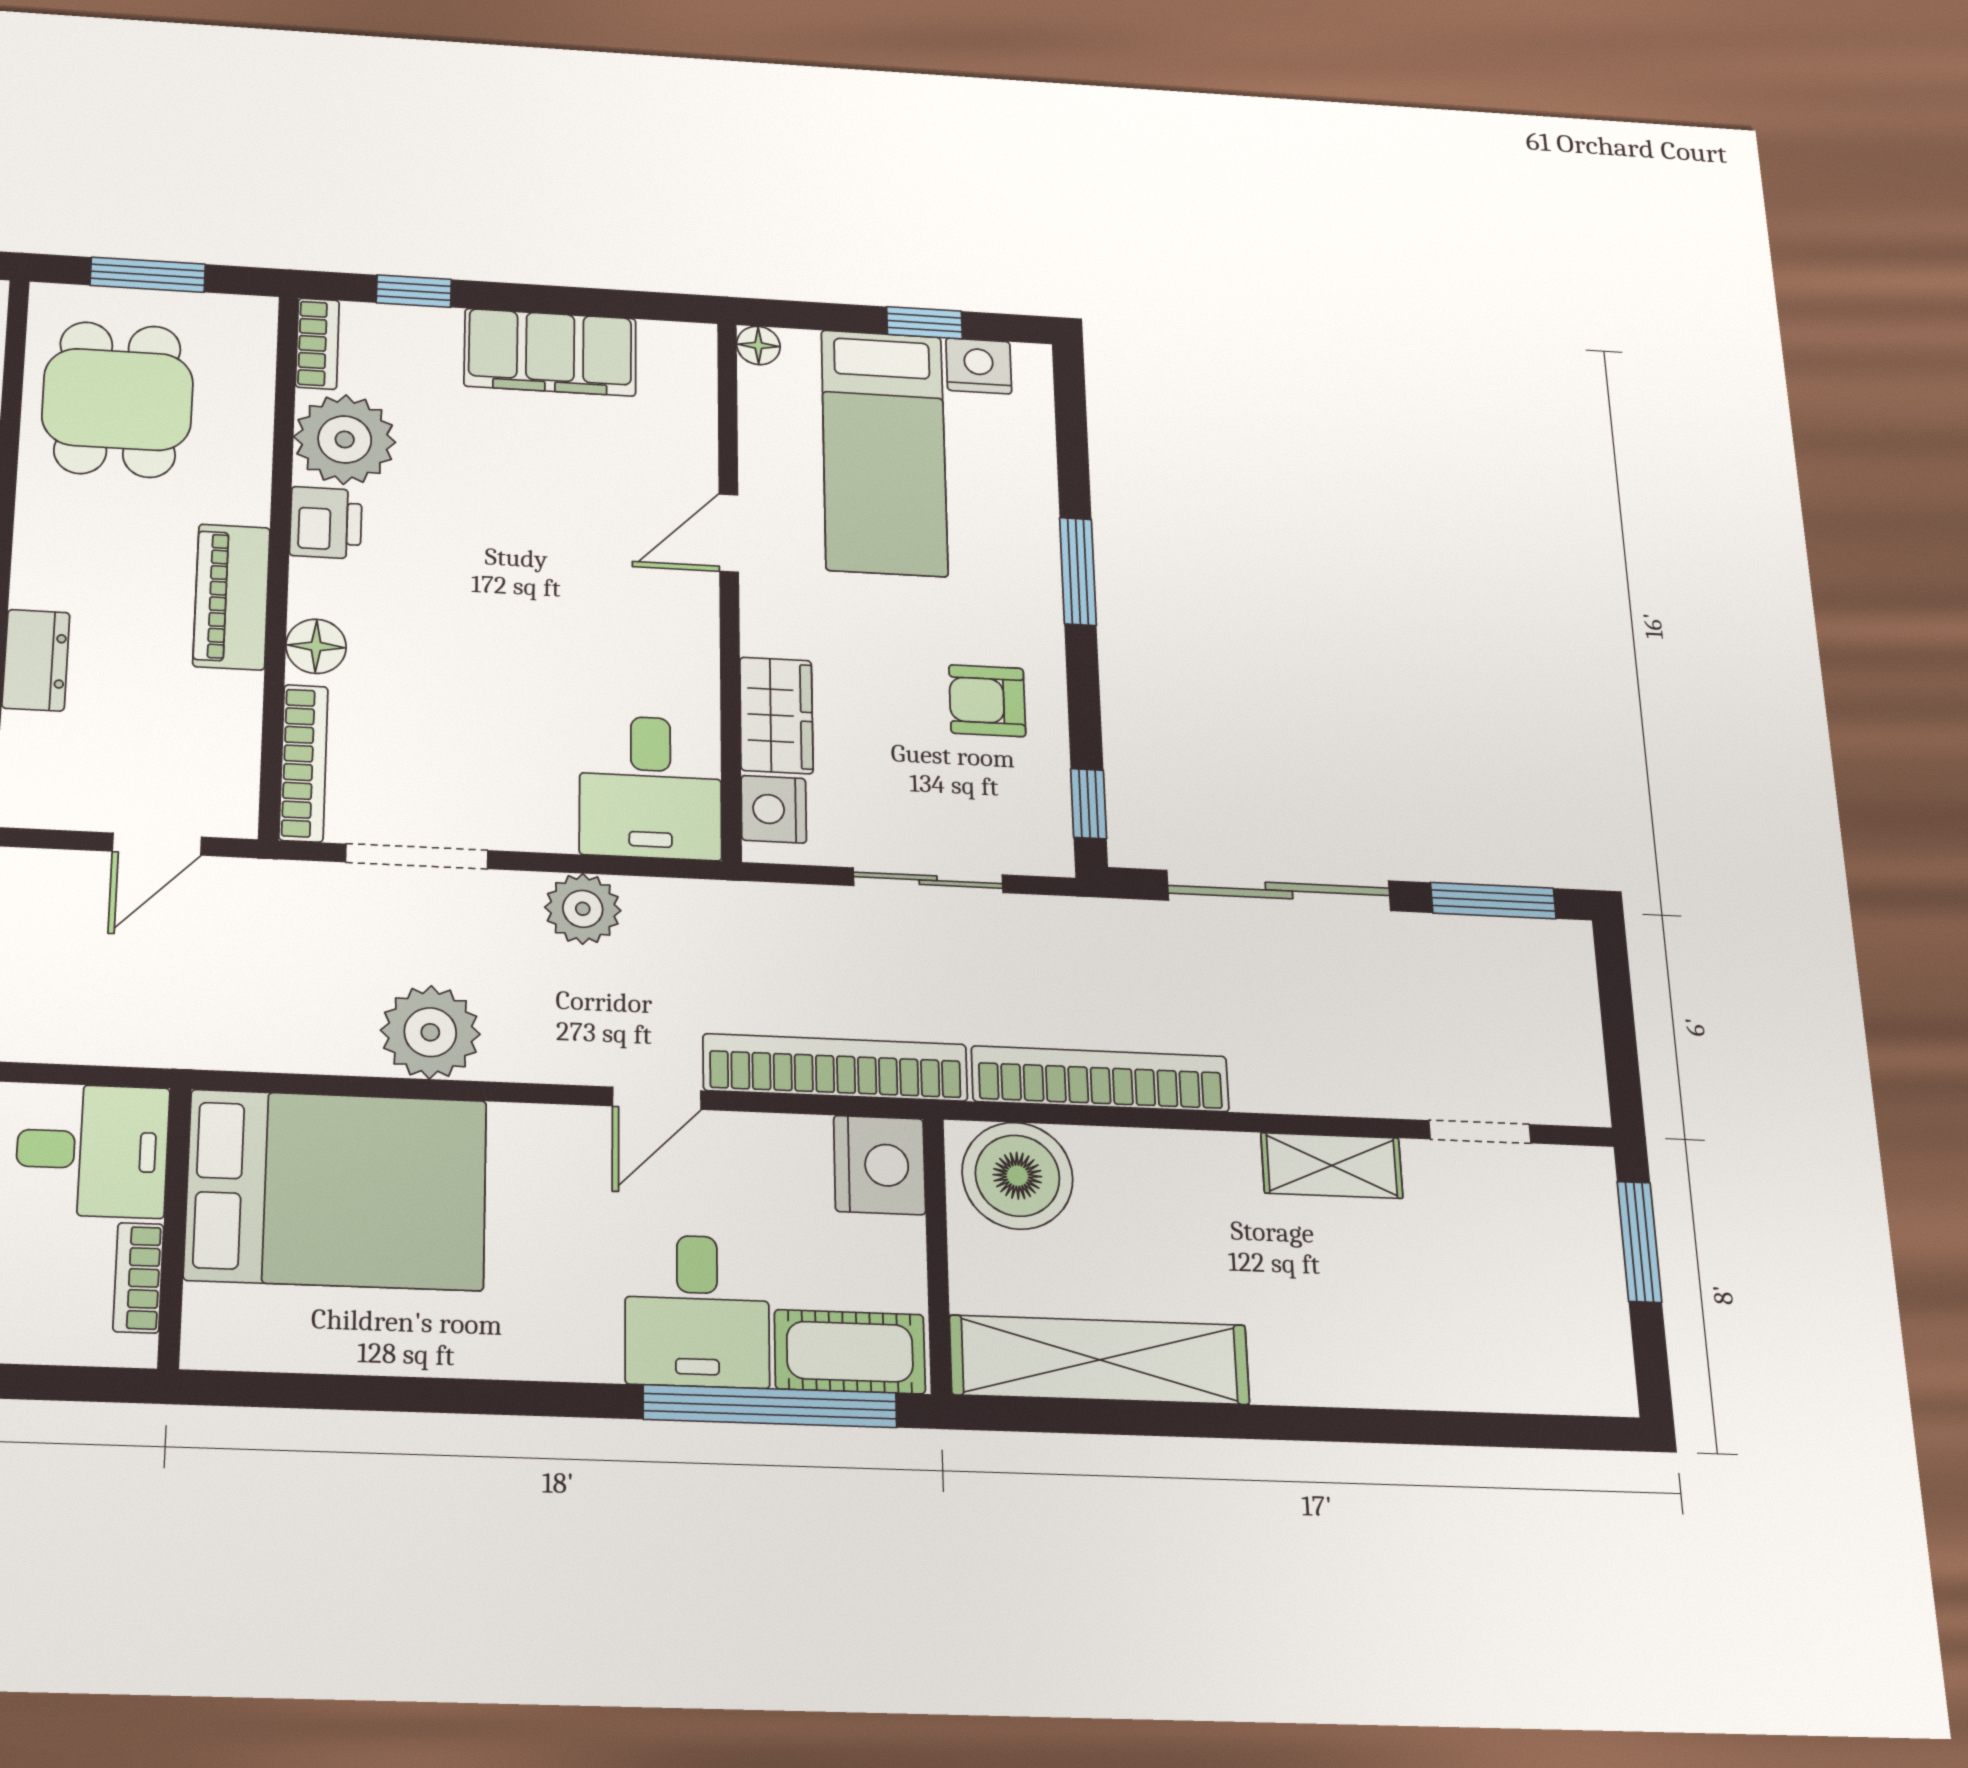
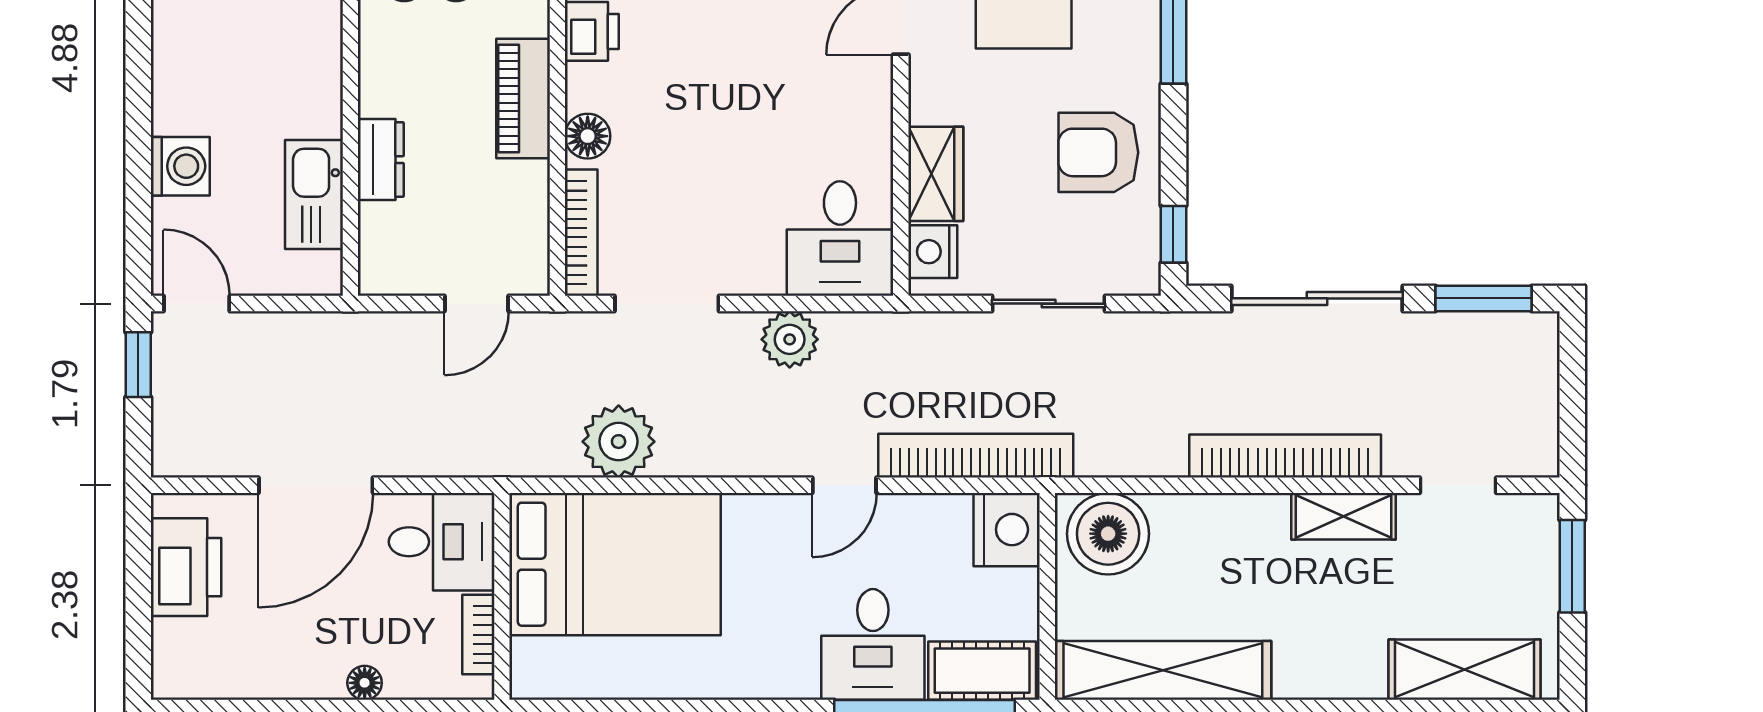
armchair: (987, 701) -> (1098, 152), width x1.38, depth x1.38
plant: (430, 1032) -> (619, 442), moved
bookcase: (1100, 1079) -> (1285, 456), moved
shelving: (1509, 1373) -> (1464, 670), added

